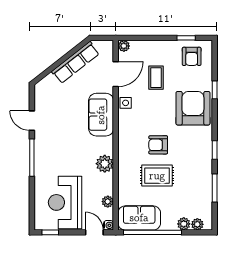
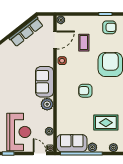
armchair: (192, 56) -> (109, 27), turned -90
sofa: (101, 115) -> (45, 82), moved
rug: (157, 176) -> (106, 123), moved
reception desk: (65, 202) -> (19, 132), turned 180
plant: (184, 224) -> (92, 147), moved

